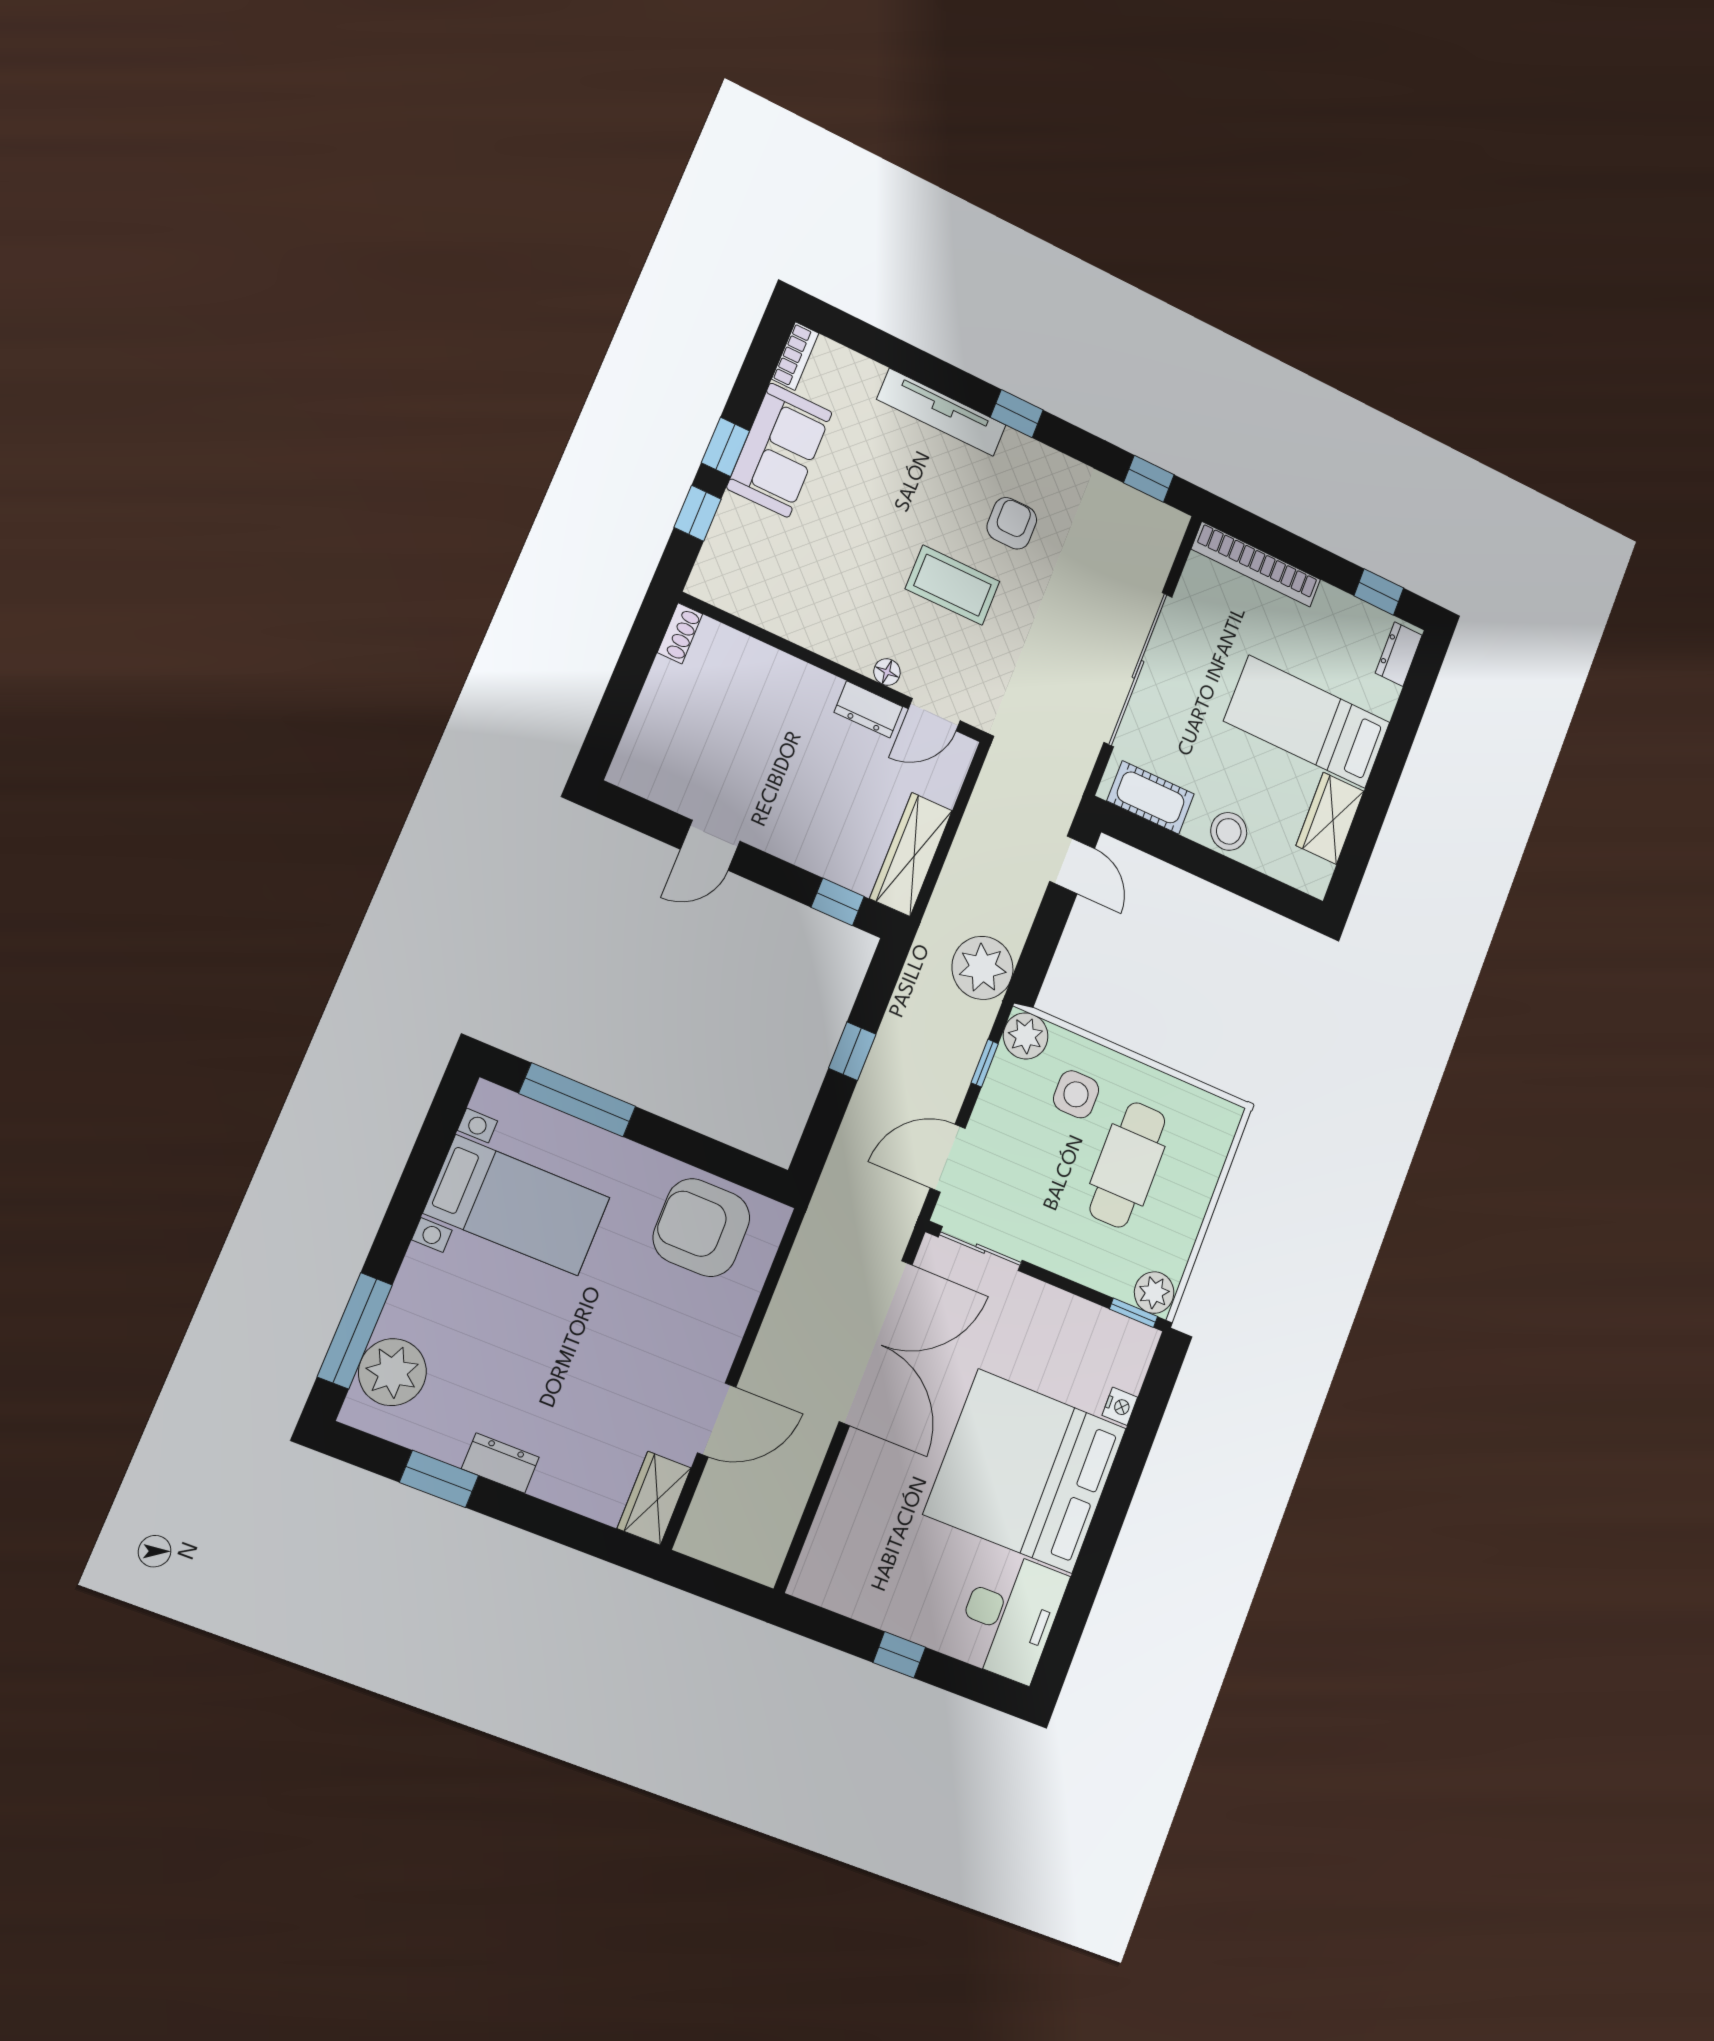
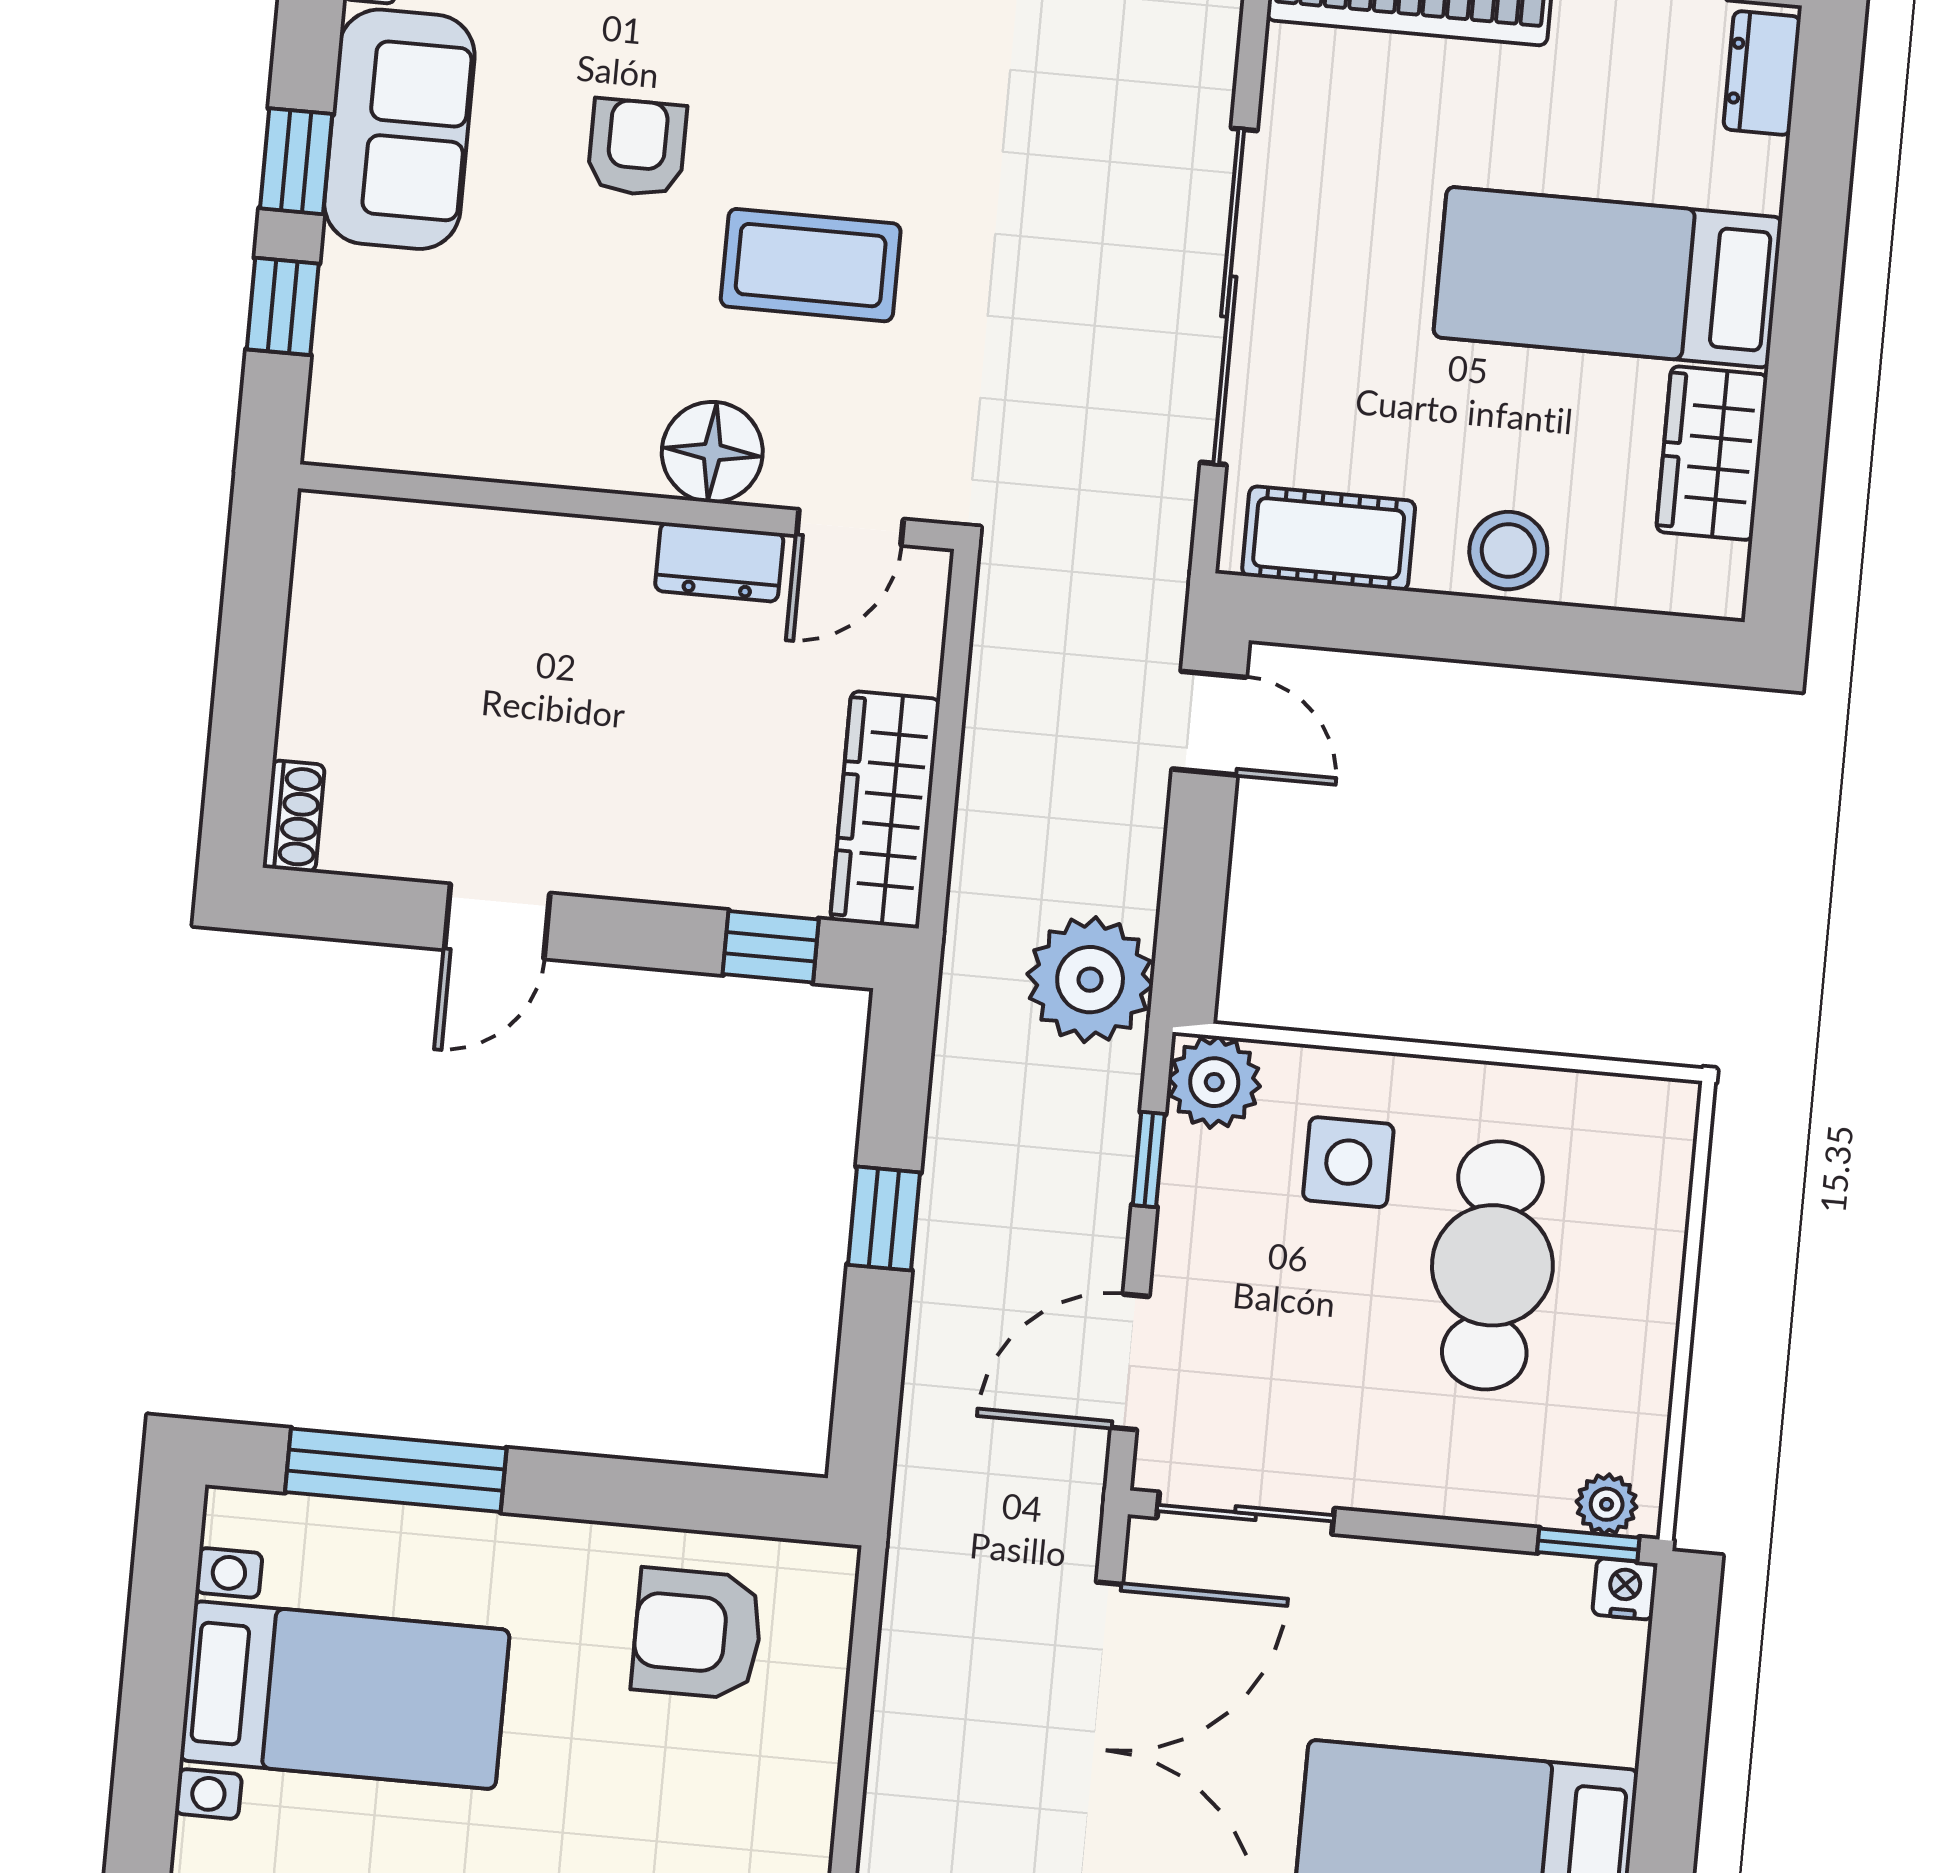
armchair: (1012, 523) -> (637, 148), moved
shoe rack: (680, 633) -> (294, 816), moved
floor lamp: (887, 672) -> (712, 452), width x1.89, depth x1.89
armchair: (701, 1228) -> (697, 1634), width x0.73, depth x0.73
plant: (1154, 1293) -> (1607, 1504), width x0.73, depth x0.73
nightstand: (1120, 1406) -> (1625, 1589), moved, turned -90

